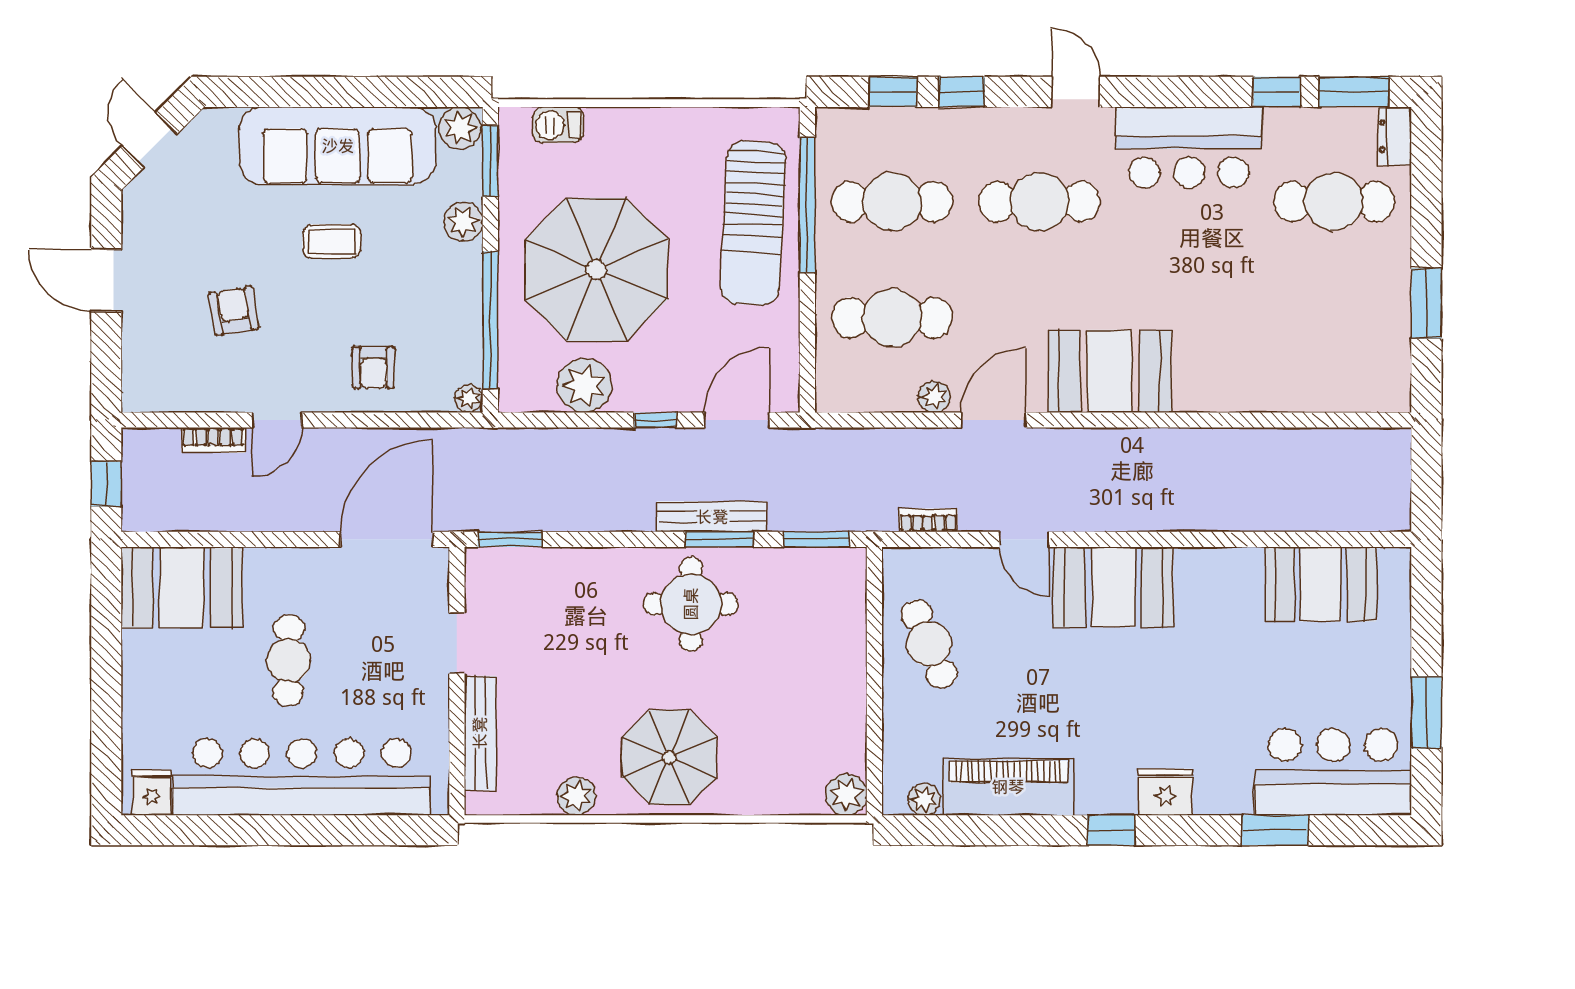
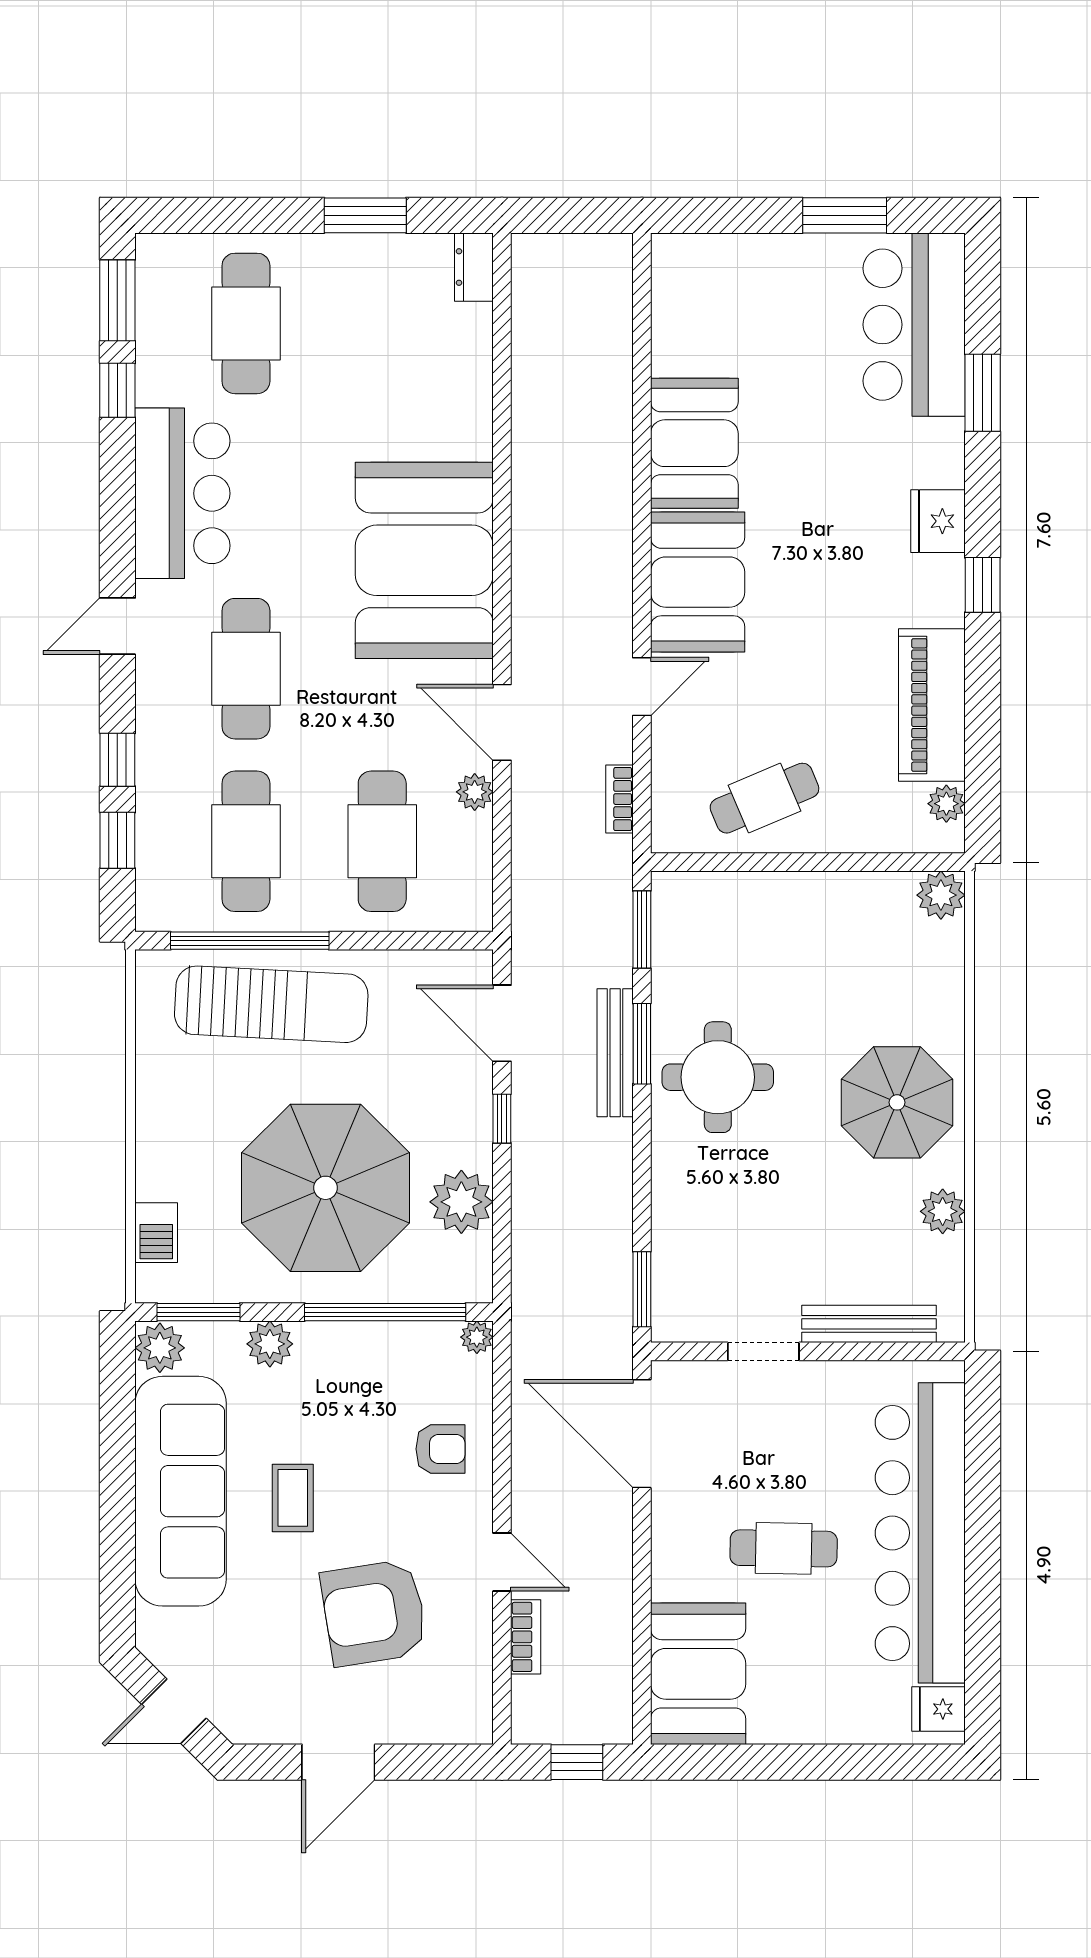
dresser: (1395, 136) -> (474, 267), moved, turned 90
armchair: (234, 311) -> (374, 1613), width x1.88, depth x1.88
booth: (1110, 371) -> (424, 560), width x1.36, depth x1.42
booth: (1321, 584) -> (694, 443), moved

